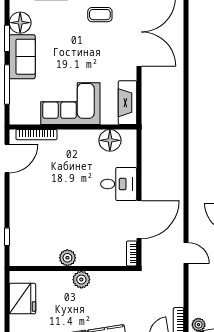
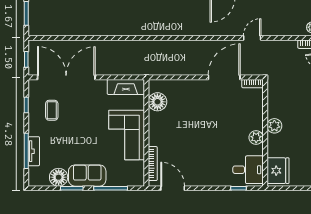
desk: (119, 184) -> (248, 170), moved, turned 90
door: (139, 220) -> (224, 77), hinge flipped
fridge: (22, 299) -> (278, 171), moved, turned 90

